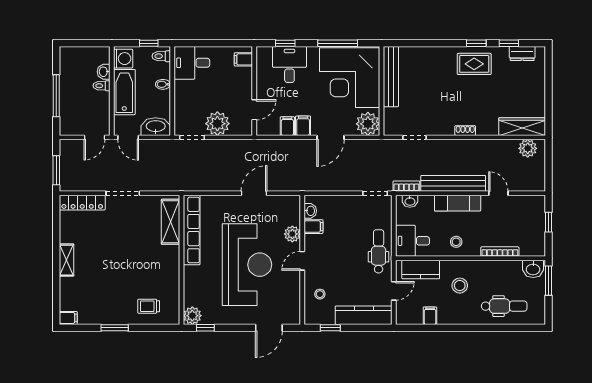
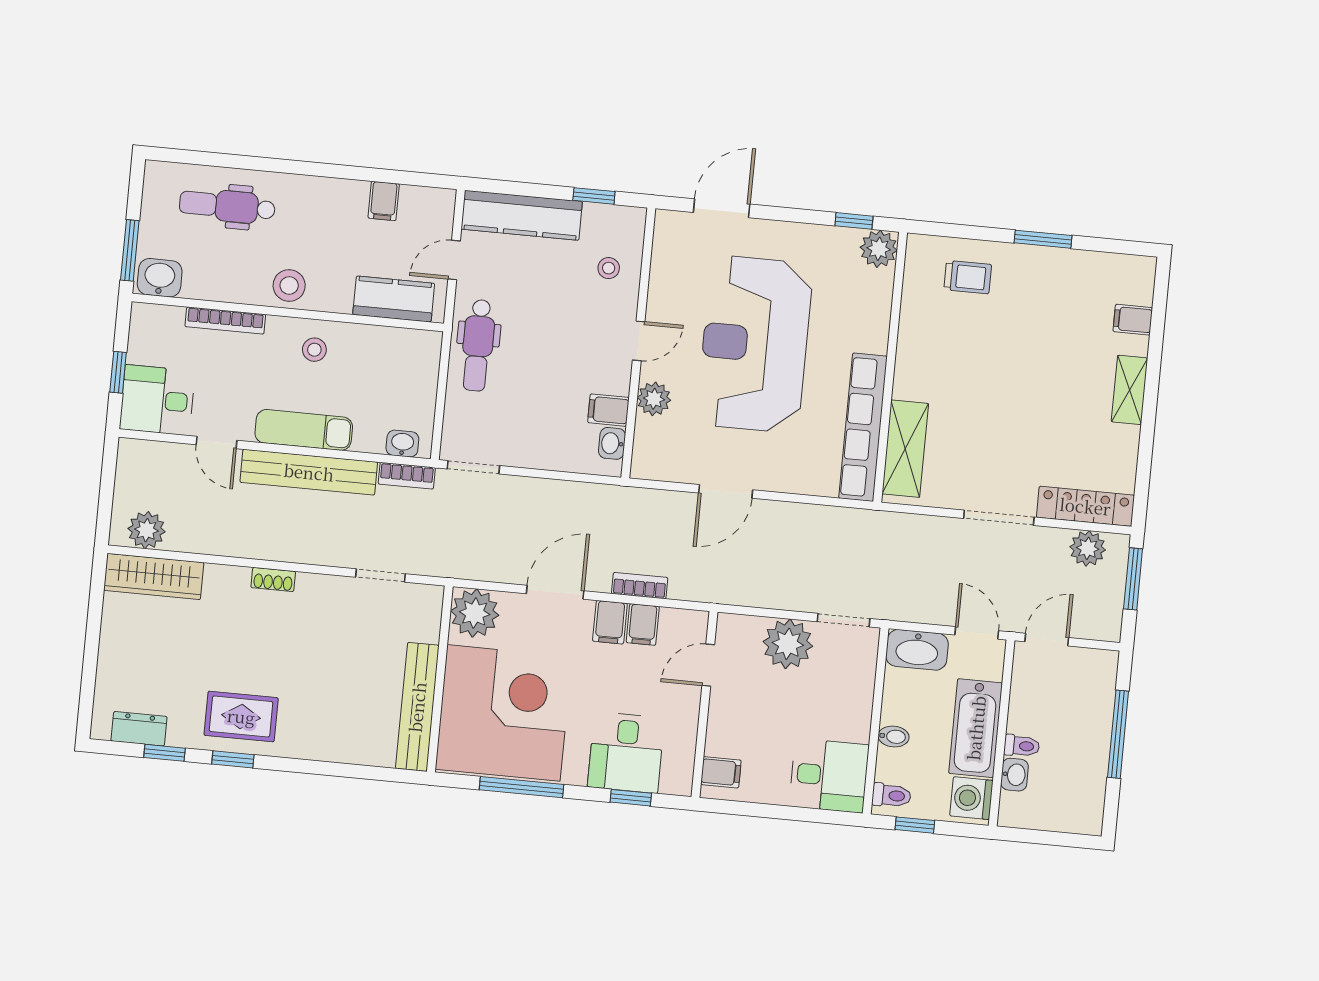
bookcase: (291, 144) -> (640, 586), added
plant: (79, 183) -> (1088, 548), added
desk: (412, 241) -> (157, 400), moved, turned 180
stool: (460, 286) -> (289, 285), moved
filing cabinet: (68, 318) -> (1133, 320), moved

